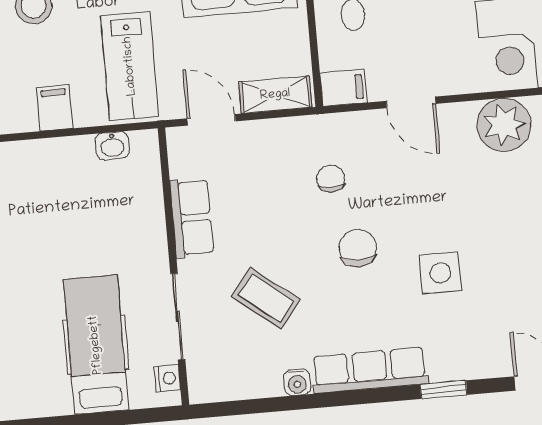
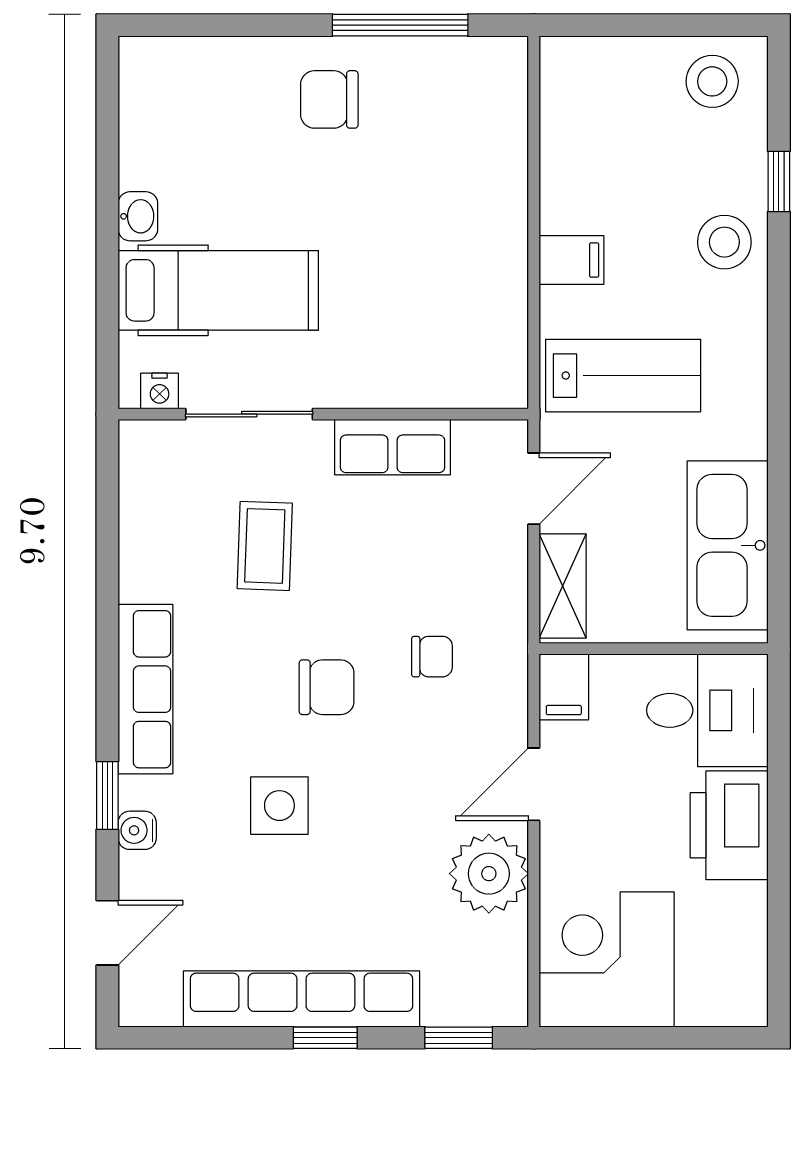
lab bench: (130, 66) -> (623, 376), turned 180
plant: (504, 125) -> (489, 874), moved
washbasin: (112, 146) -> (138, 216), moved, turned 180
coffee table: (266, 298) -> (265, 546), turned -36
water cooler: (297, 382) -> (137, 830), moved

